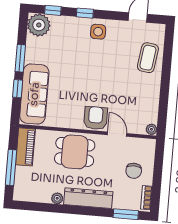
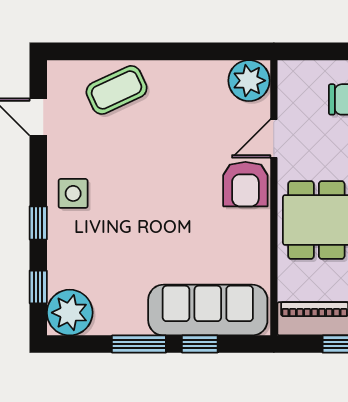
coffee table: (148, 58) -> (117, 90), turned -33
armchair: (96, 118) -> (245, 184), turned -90
plant: (151, 129) -> (249, 81), width x1.88, depth x1.88

